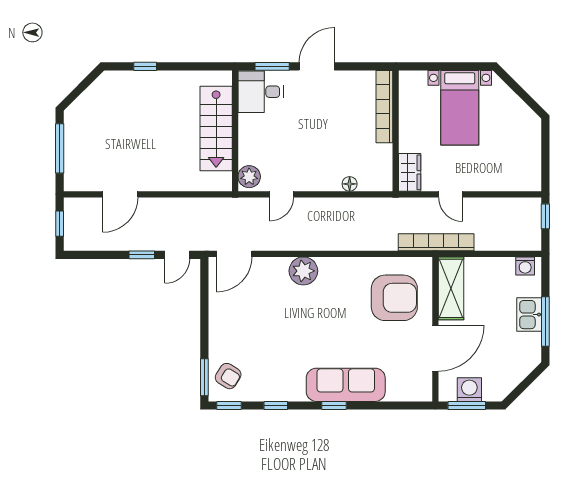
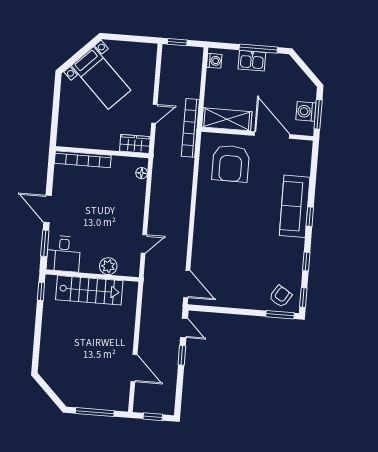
window: (145, 66) -> (41, 291), moved
bed with nightstands: (460, 108) -> (101, 78), moved, turned 45
plant: (249, 177) -> (108, 266), moved
floor lamp: (350, 184) -> (142, 173), moved
door: (282, 194) -> (144, 244), hinge flipped
plant: (303, 271) -> (204, 232), removed
armchair: (394, 298) -> (231, 163), turned 180

